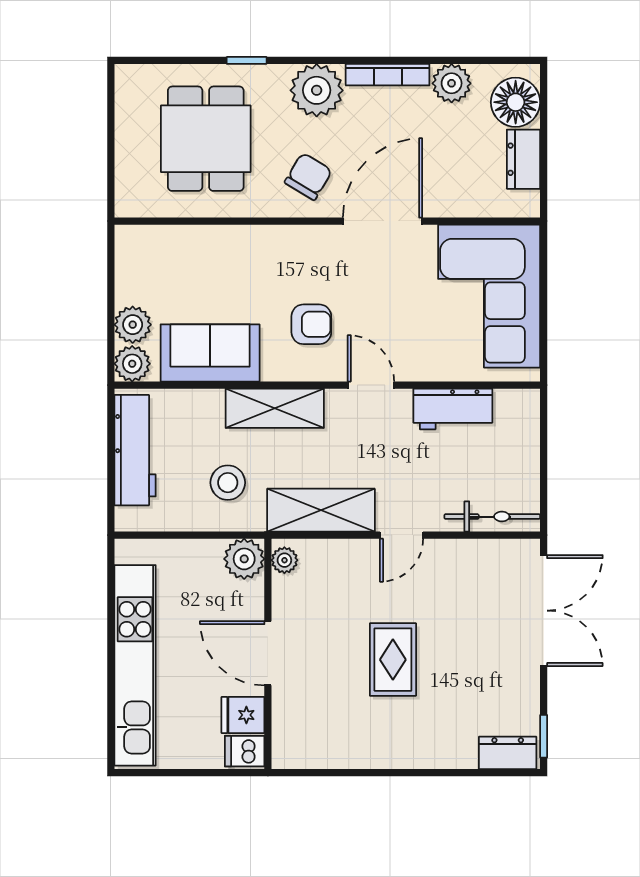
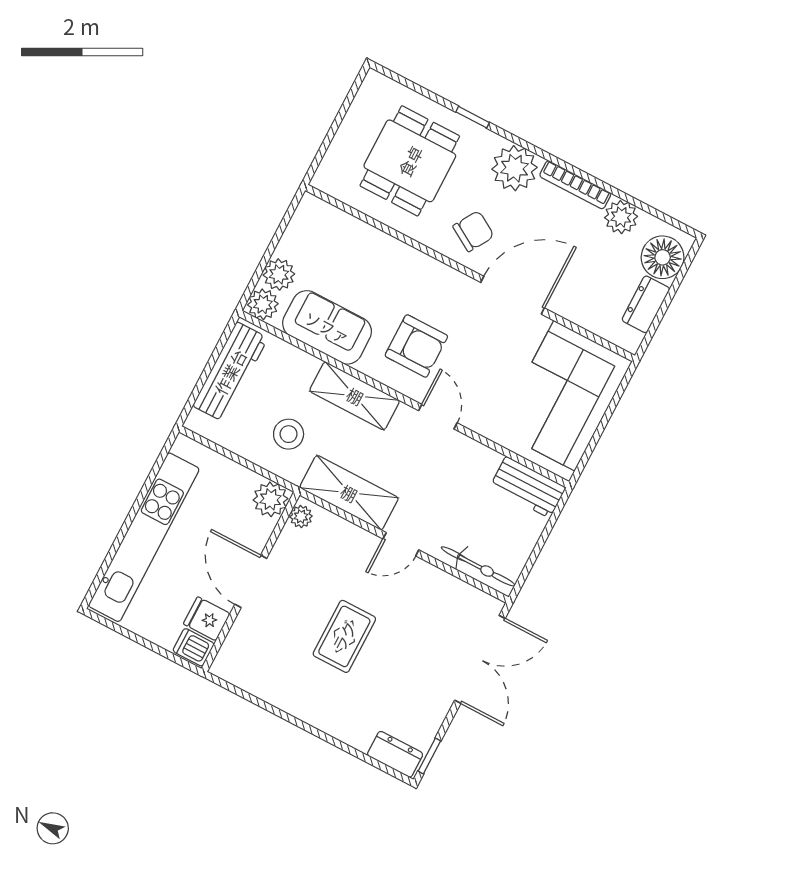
armchair: (311, 324) -> (416, 346), width x1.38, depth x1.38
workbench: (453, 409) -> (528, 487), moved

